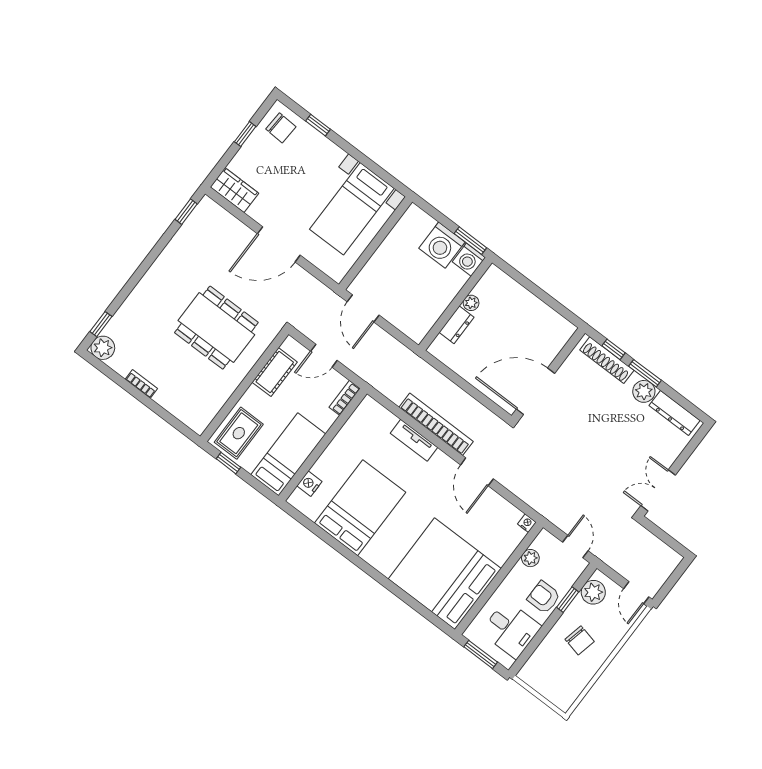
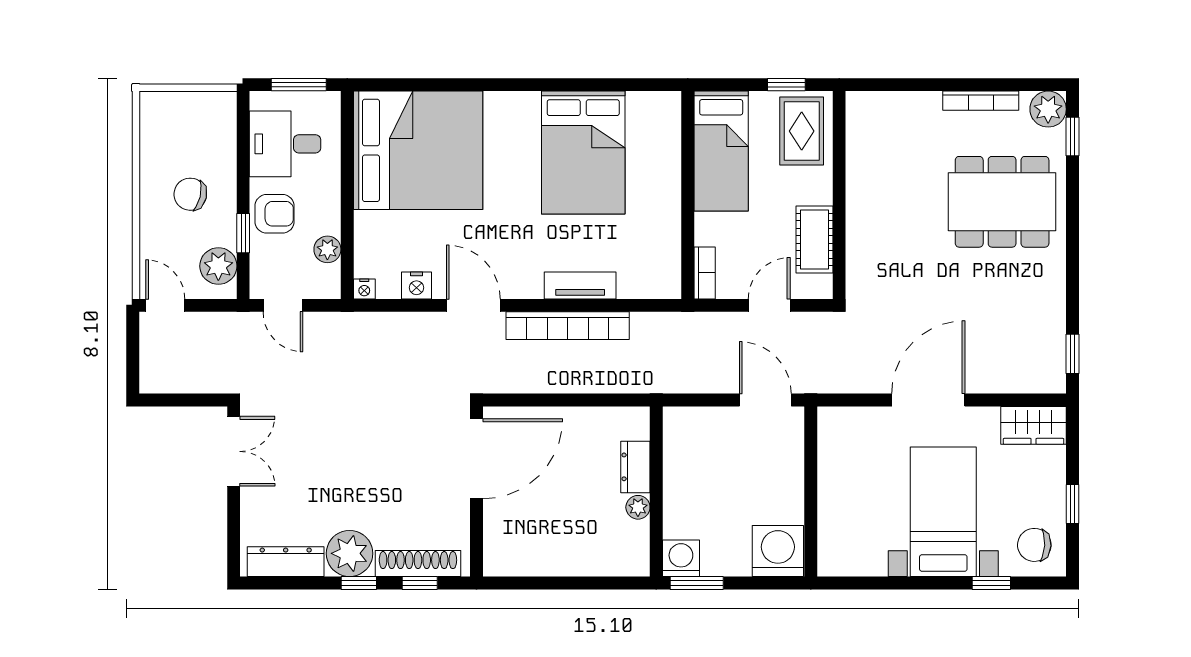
bed with nightstands: (352, 209) -> (943, 512), moved
washing machine: (442, 245) -> (778, 551), moved
dining table: (216, 328) -> (1002, 202), moved
window: (645, 373) -> (359, 583), width x0.67
bookcase: (141, 384) -> (981, 101), width x1.56
plant: (644, 391) -> (350, 553), width x1.36, depth x1.36
nightstand: (309, 484) -> (417, 286), moved, turned 90

